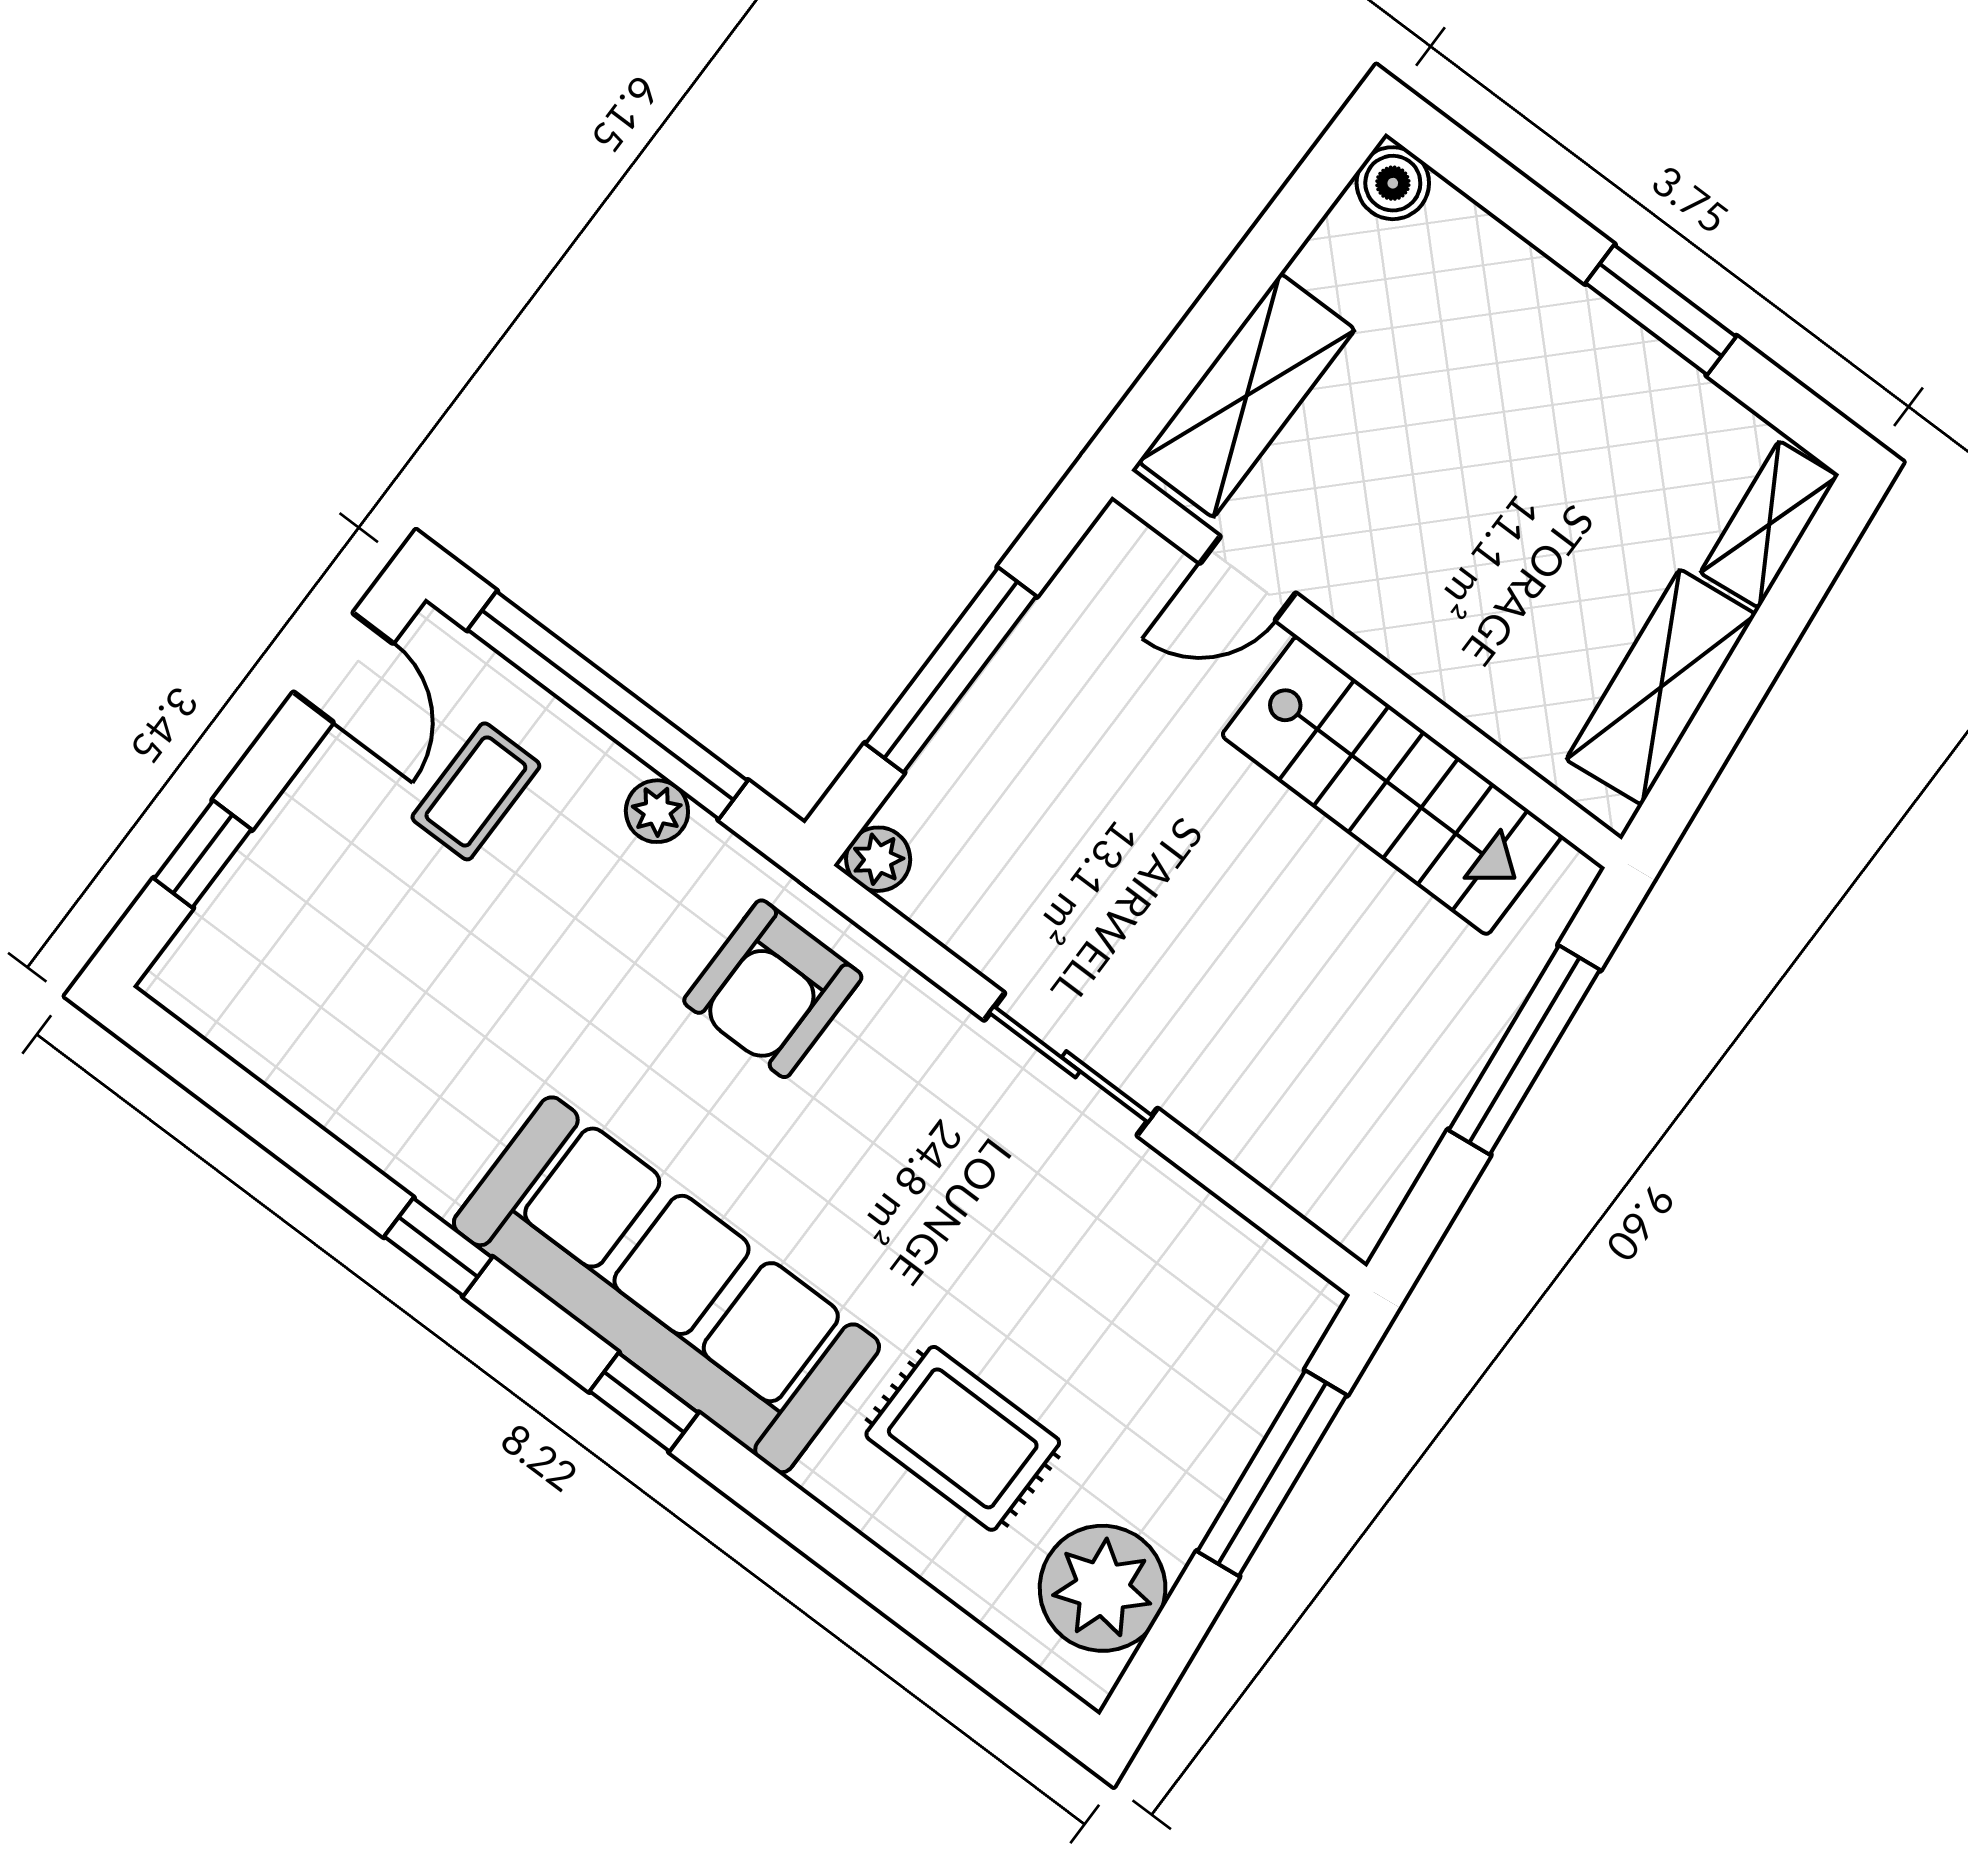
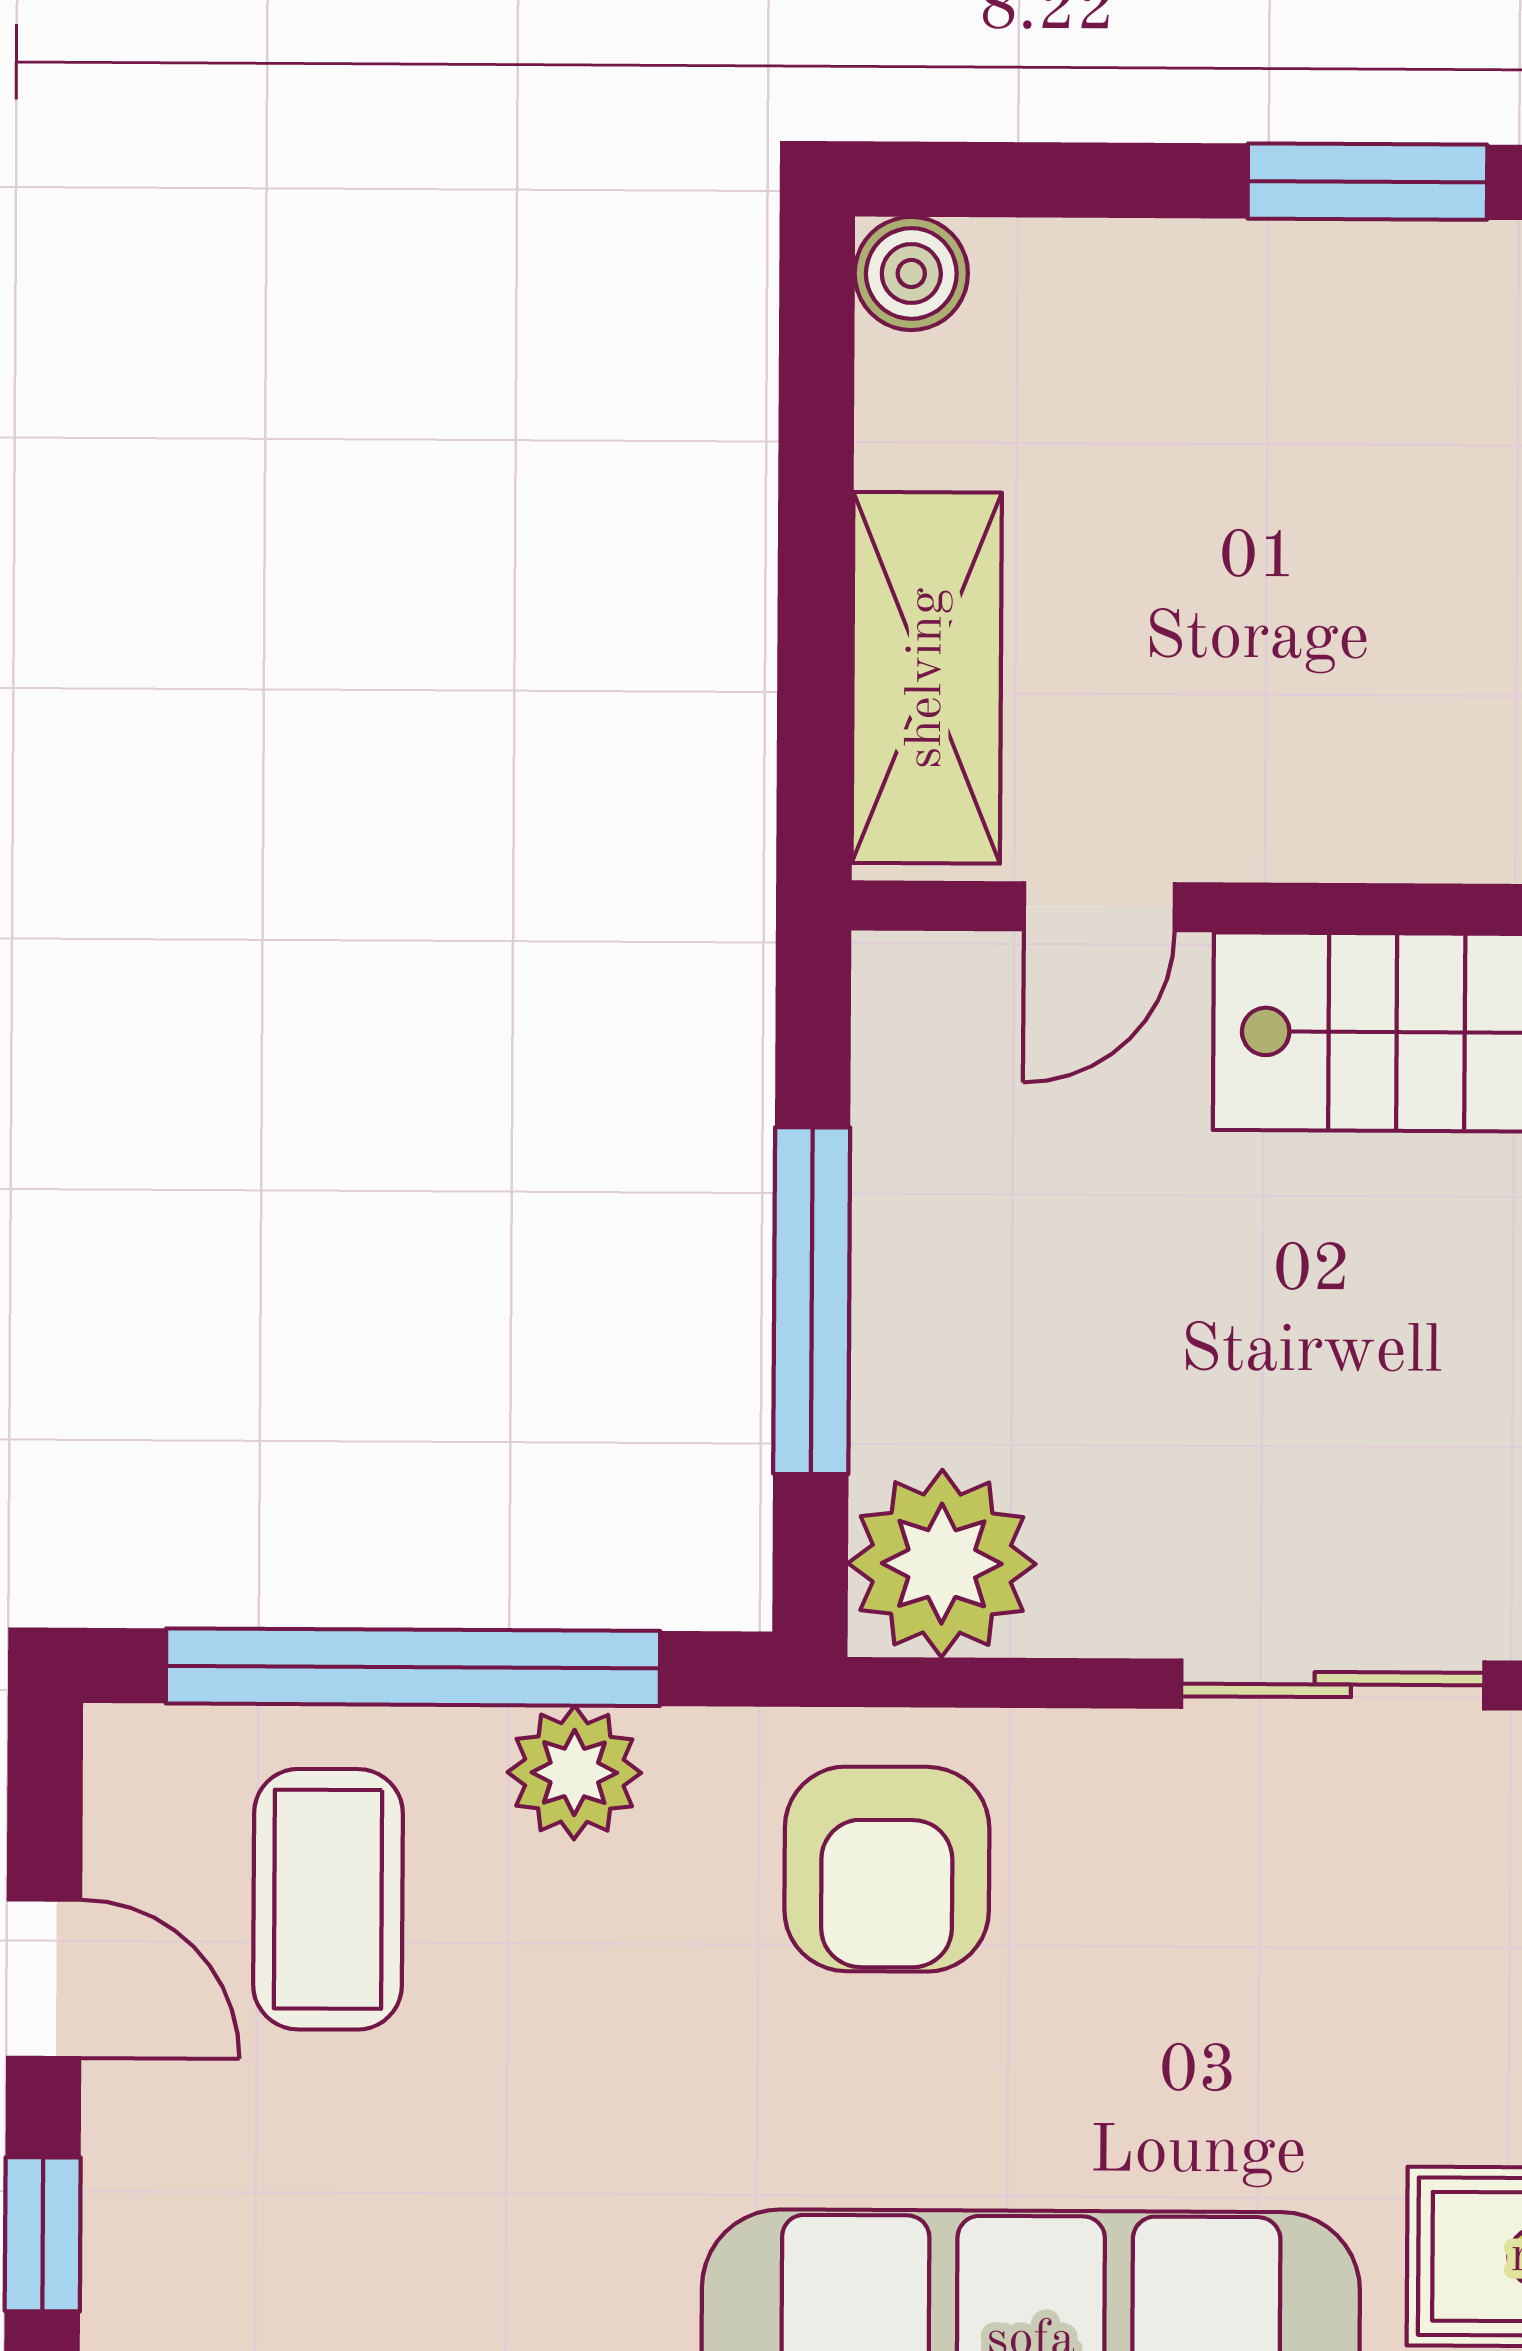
door: (343, 668) -> (44, 1979), moved
coffee table: (476, 791) -> (328, 1899), width x1.36, depth x1.30
plant: (657, 811) -> (574, 1773), width x1.38, depth x1.38
plant: (878, 859) -> (942, 1564), width x1.88, depth x1.88

